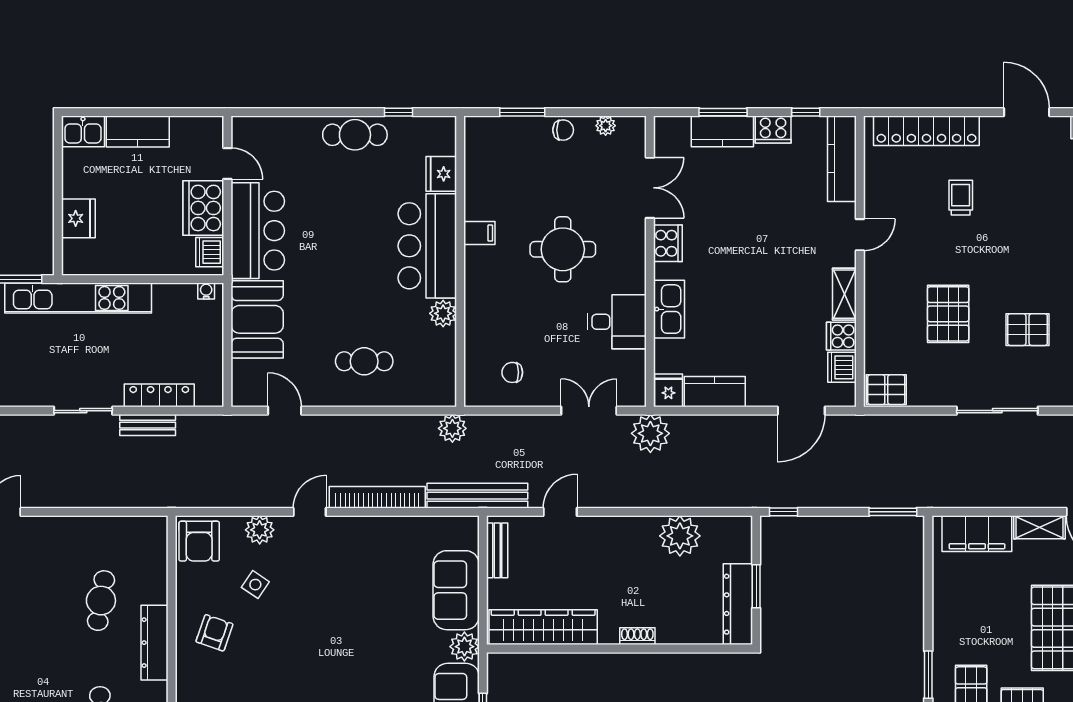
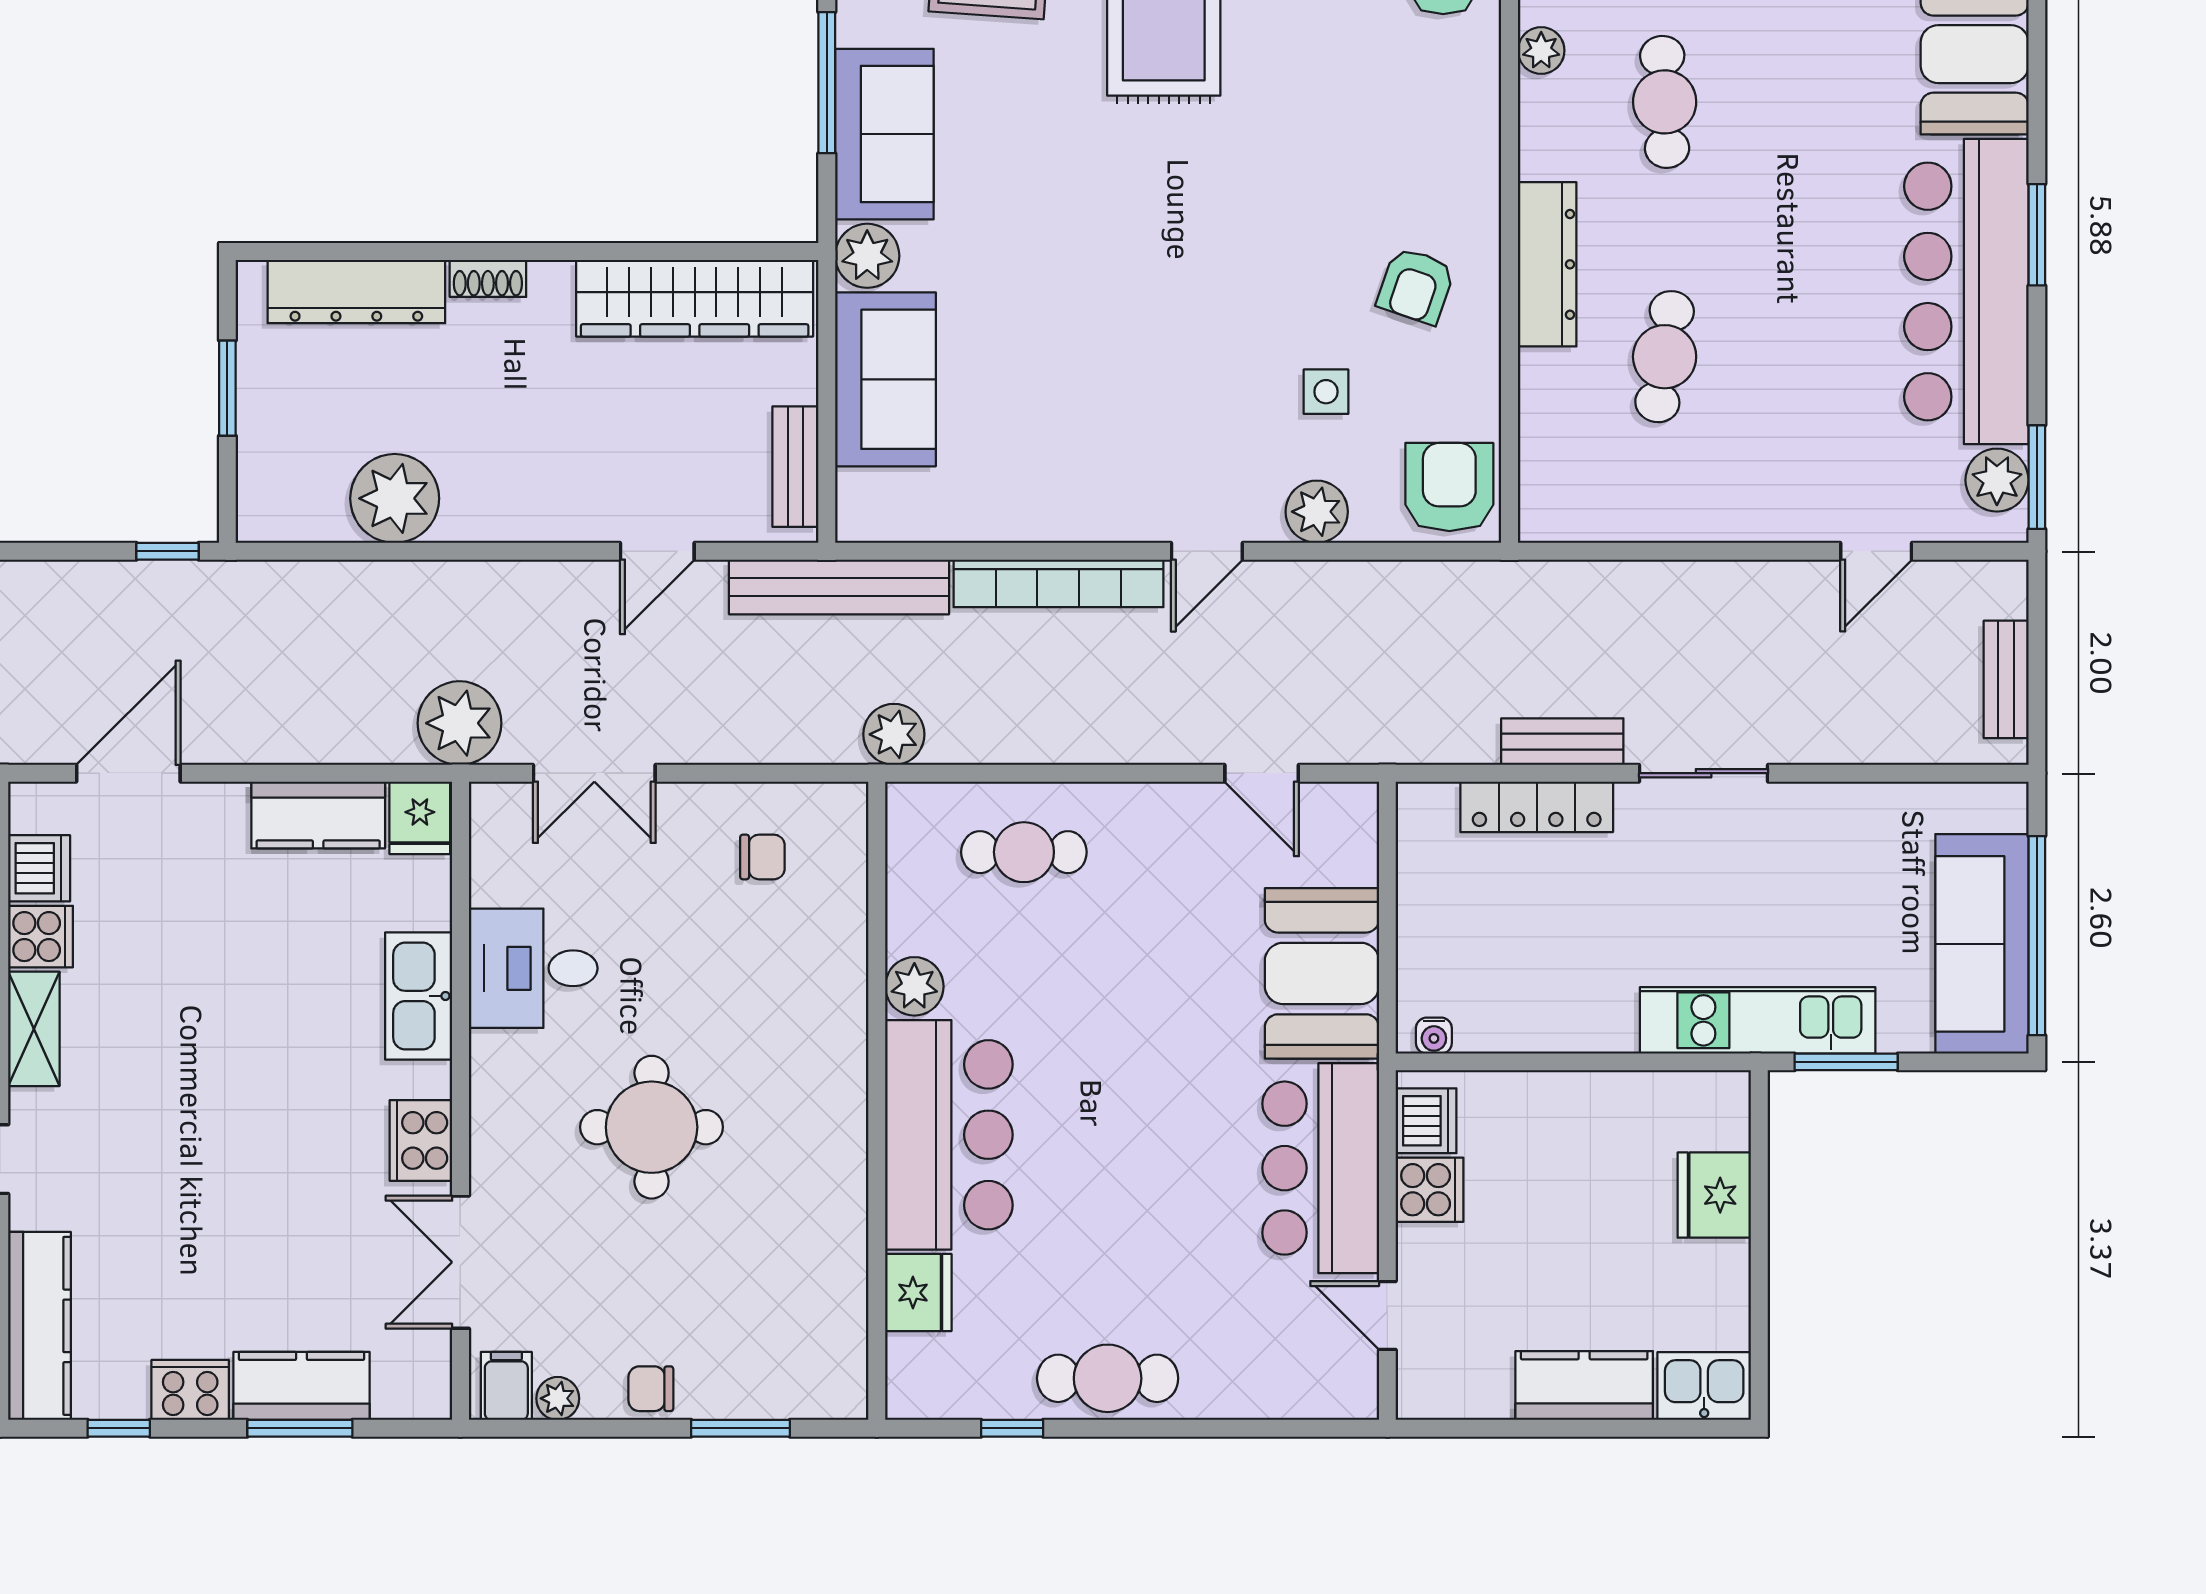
cooker: (203, 208) -> (1430, 1190), width x0.53, depth x0.76
filing cabinet: (479, 233) -> (506, 1386), moved, turned 90
kitchen unit: (78, 298) -> (1758, 1020), width x0.73
cafe table: (364, 361) -> (1024, 852), moved
side table: (255, 585) -> (1326, 392), turned -34
dresser: (738, 604) -> (356, 291), moved, turned 90

